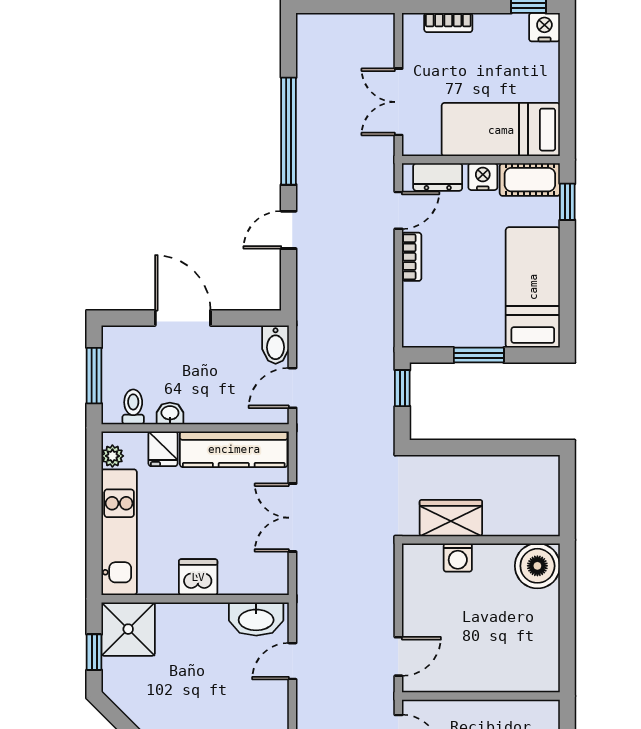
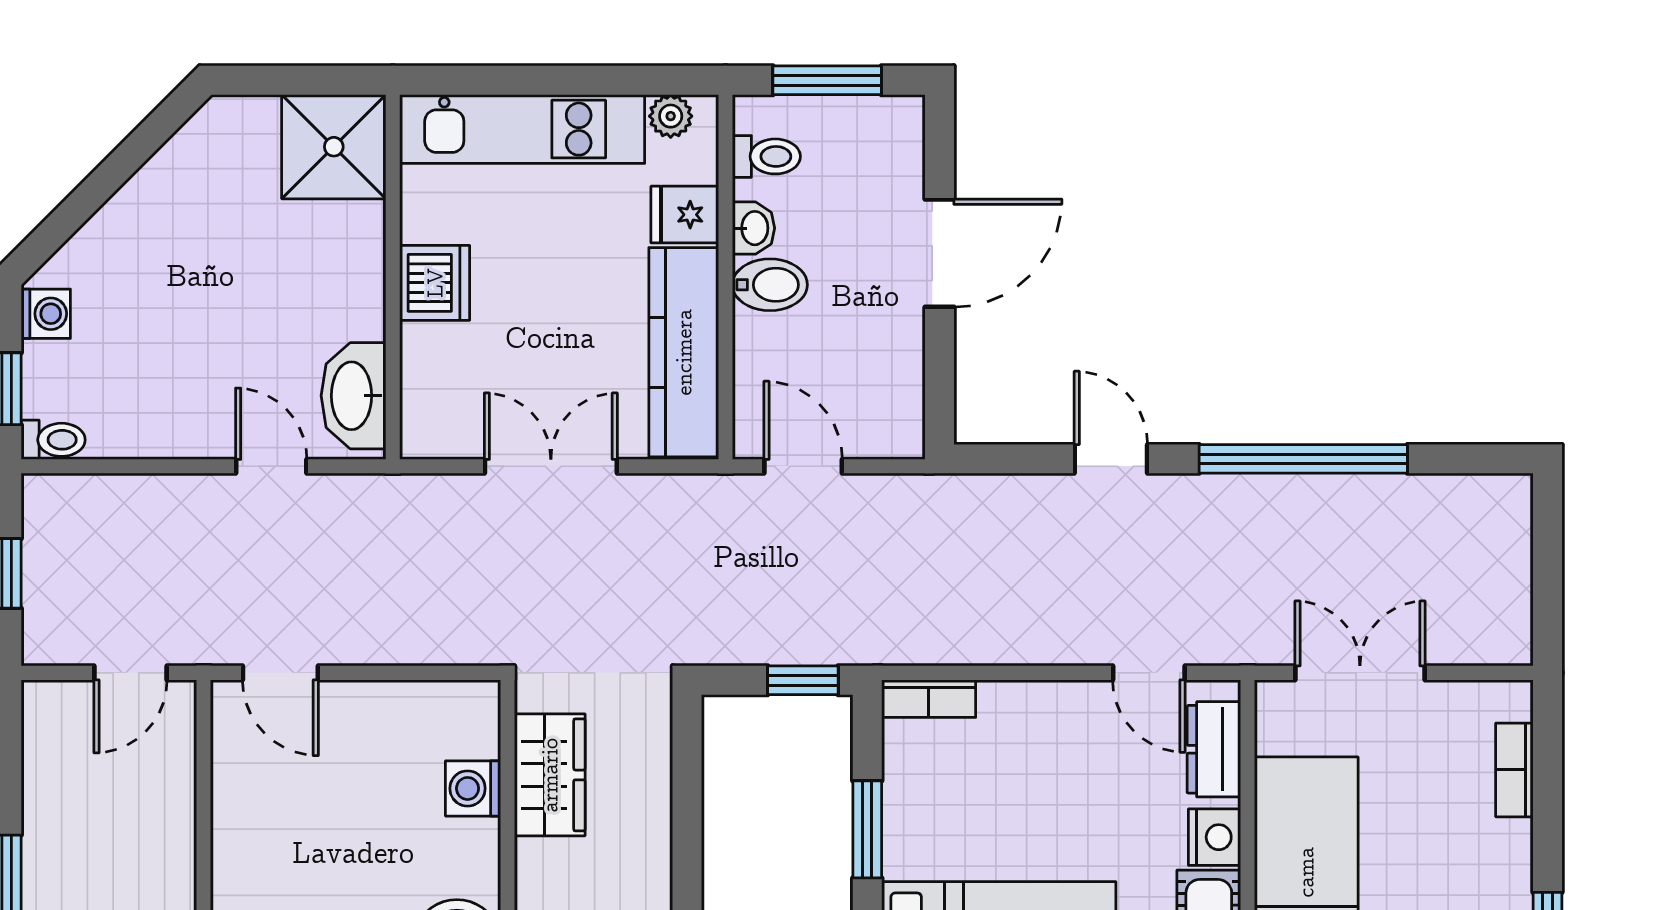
bookcase: (412, 257) -> (929, 699), moved
bidet: (276, 345) -> (770, 285), moved, turned 180
window: (94, 652) -> (289, 80), removed

